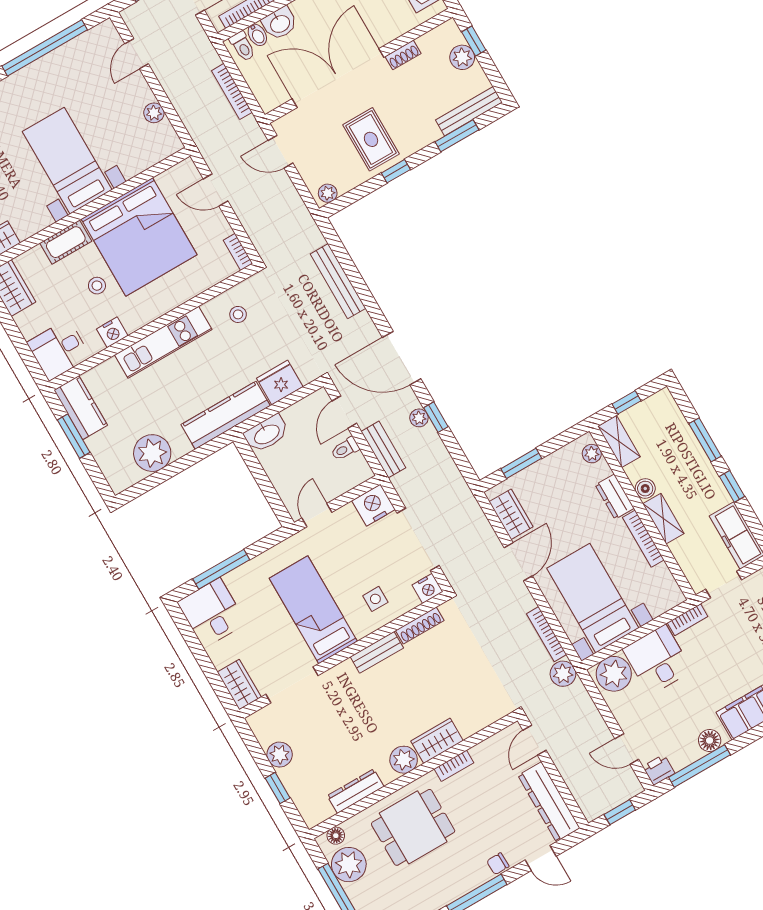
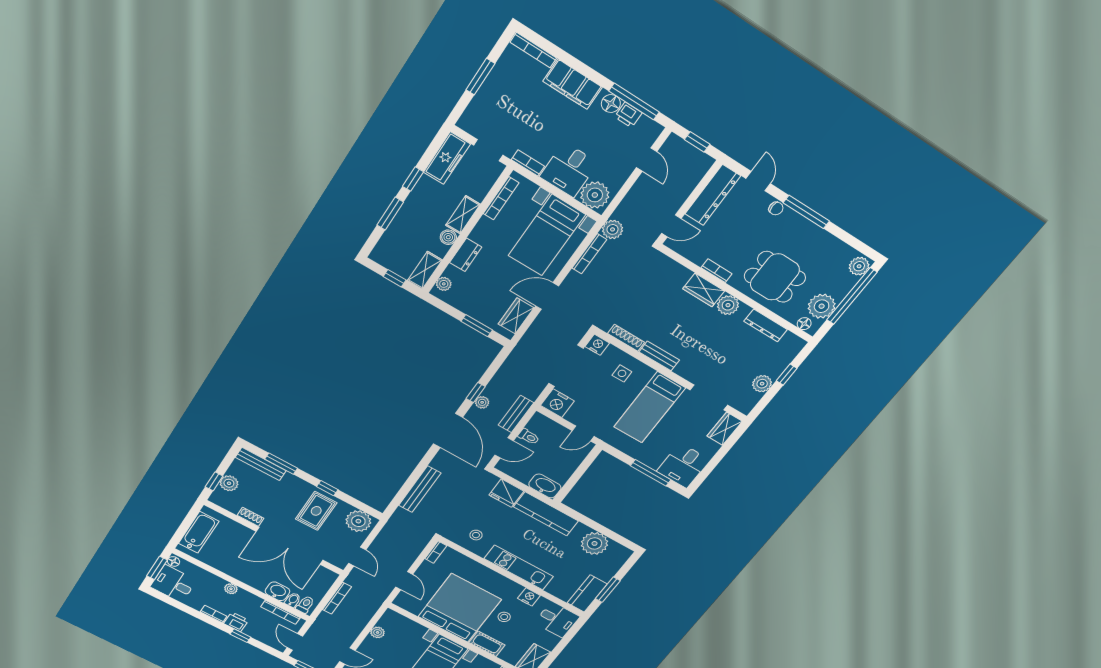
plant: (328, 193) -> (358, 521), width x1.88, depth x1.88
bookcase: (643, 539) -> (501, 198), moved
printer: (659, 770) -> (628, 115), moved

